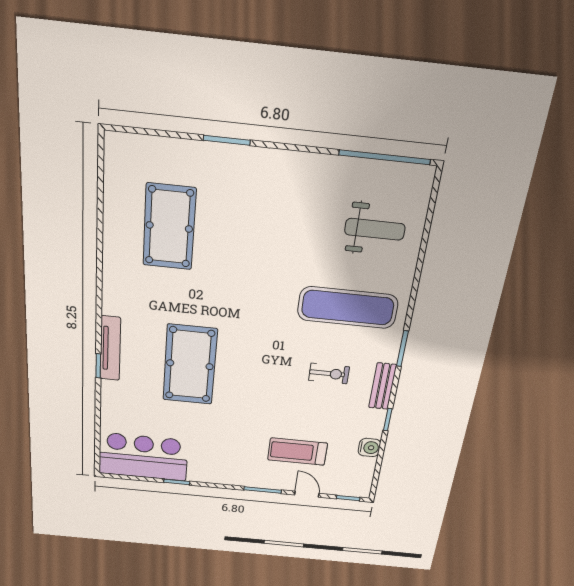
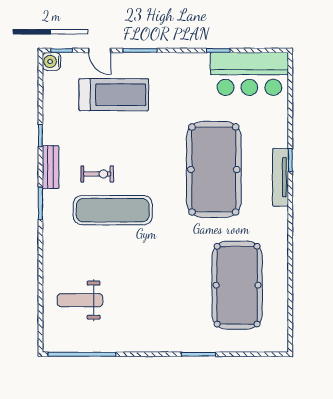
pool table: (169, 227) -> (237, 285), width x1.36, depth x1.32
exercise mat: (348, 308) -> (113, 210), moved
pool table: (190, 365) -> (214, 169), width x1.36, depth x1.32
exercise bike: (329, 374) -> (97, 174), turned 180
water cooler: (369, 448) -> (52, 61), moved
treadmill: (297, 452) -> (114, 95), width x1.37, depth x1.38

